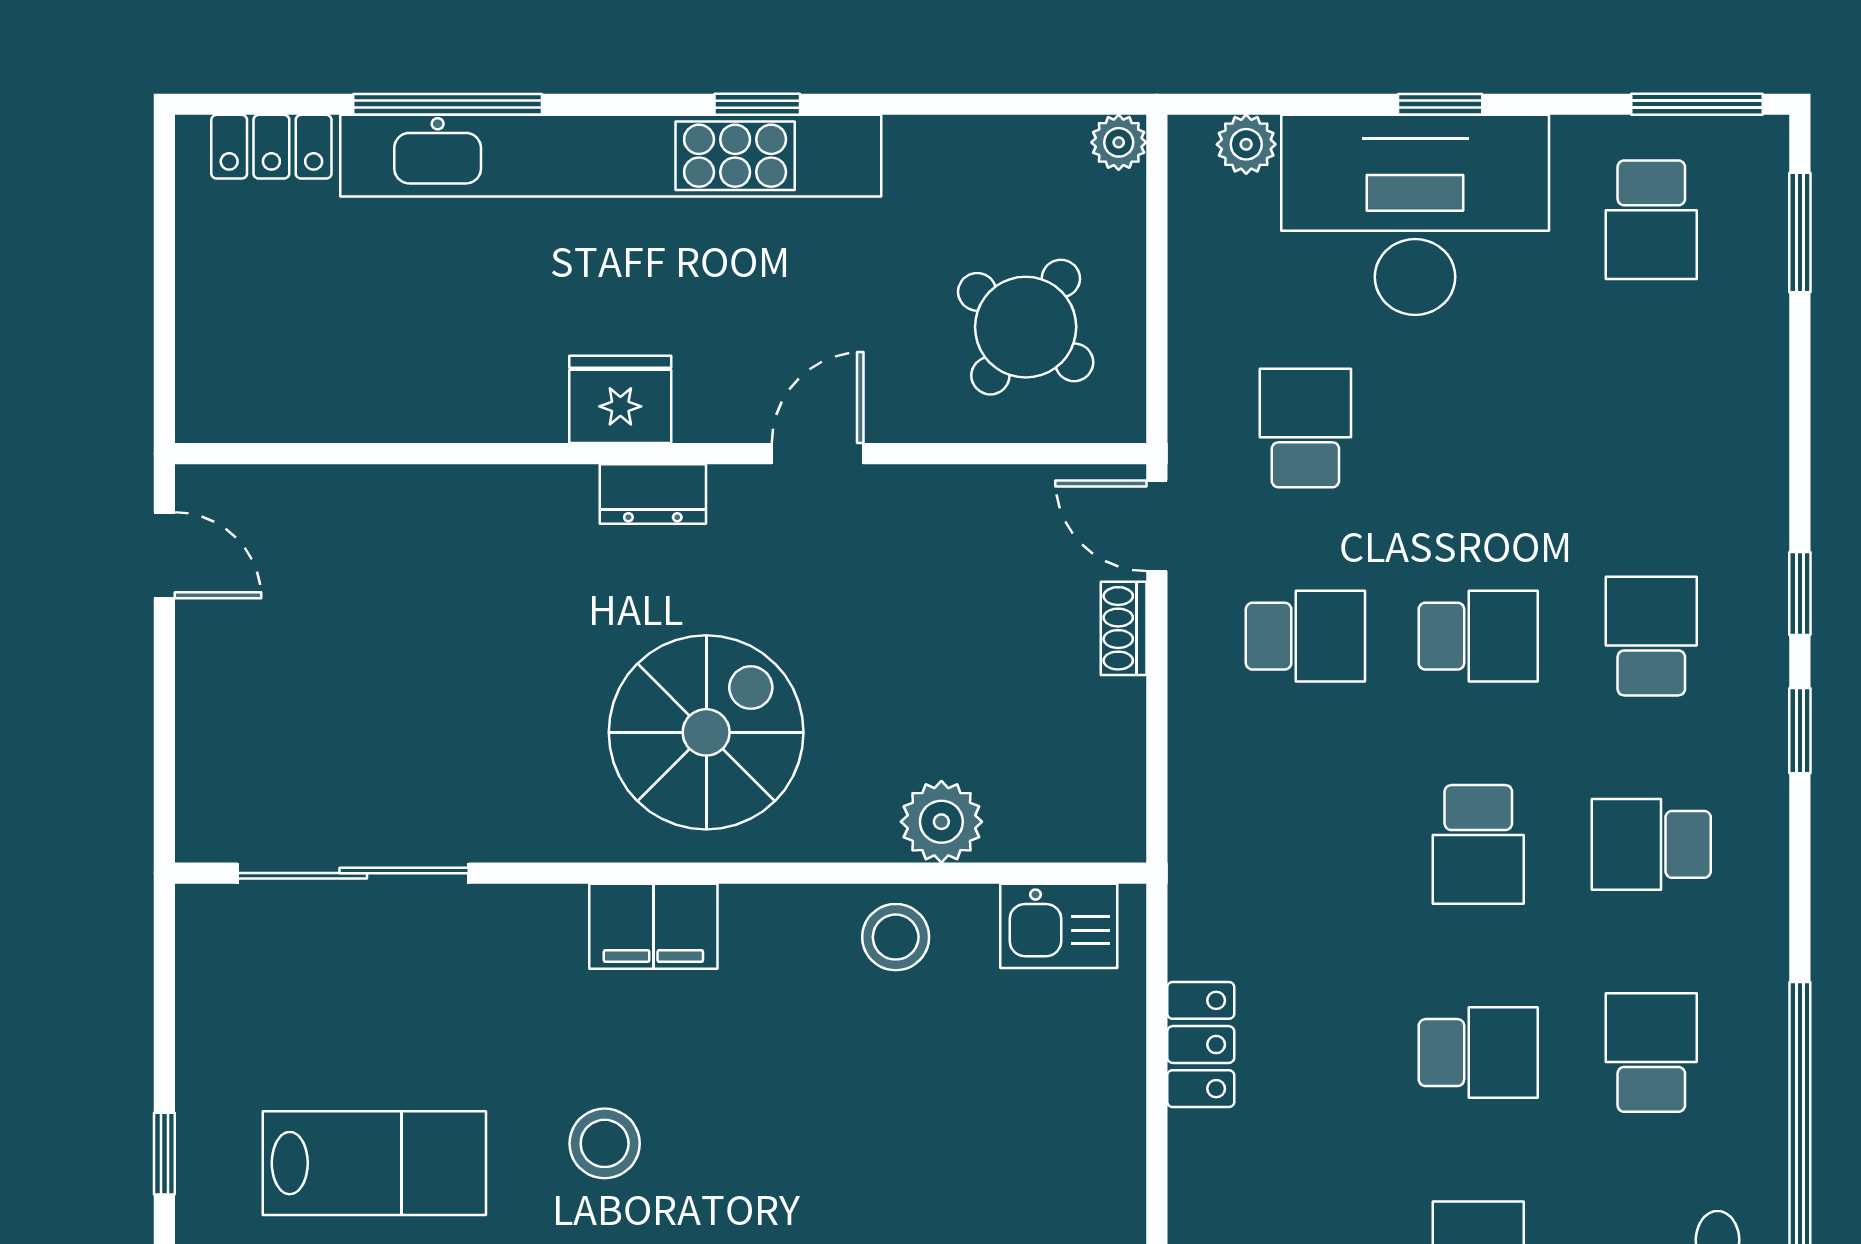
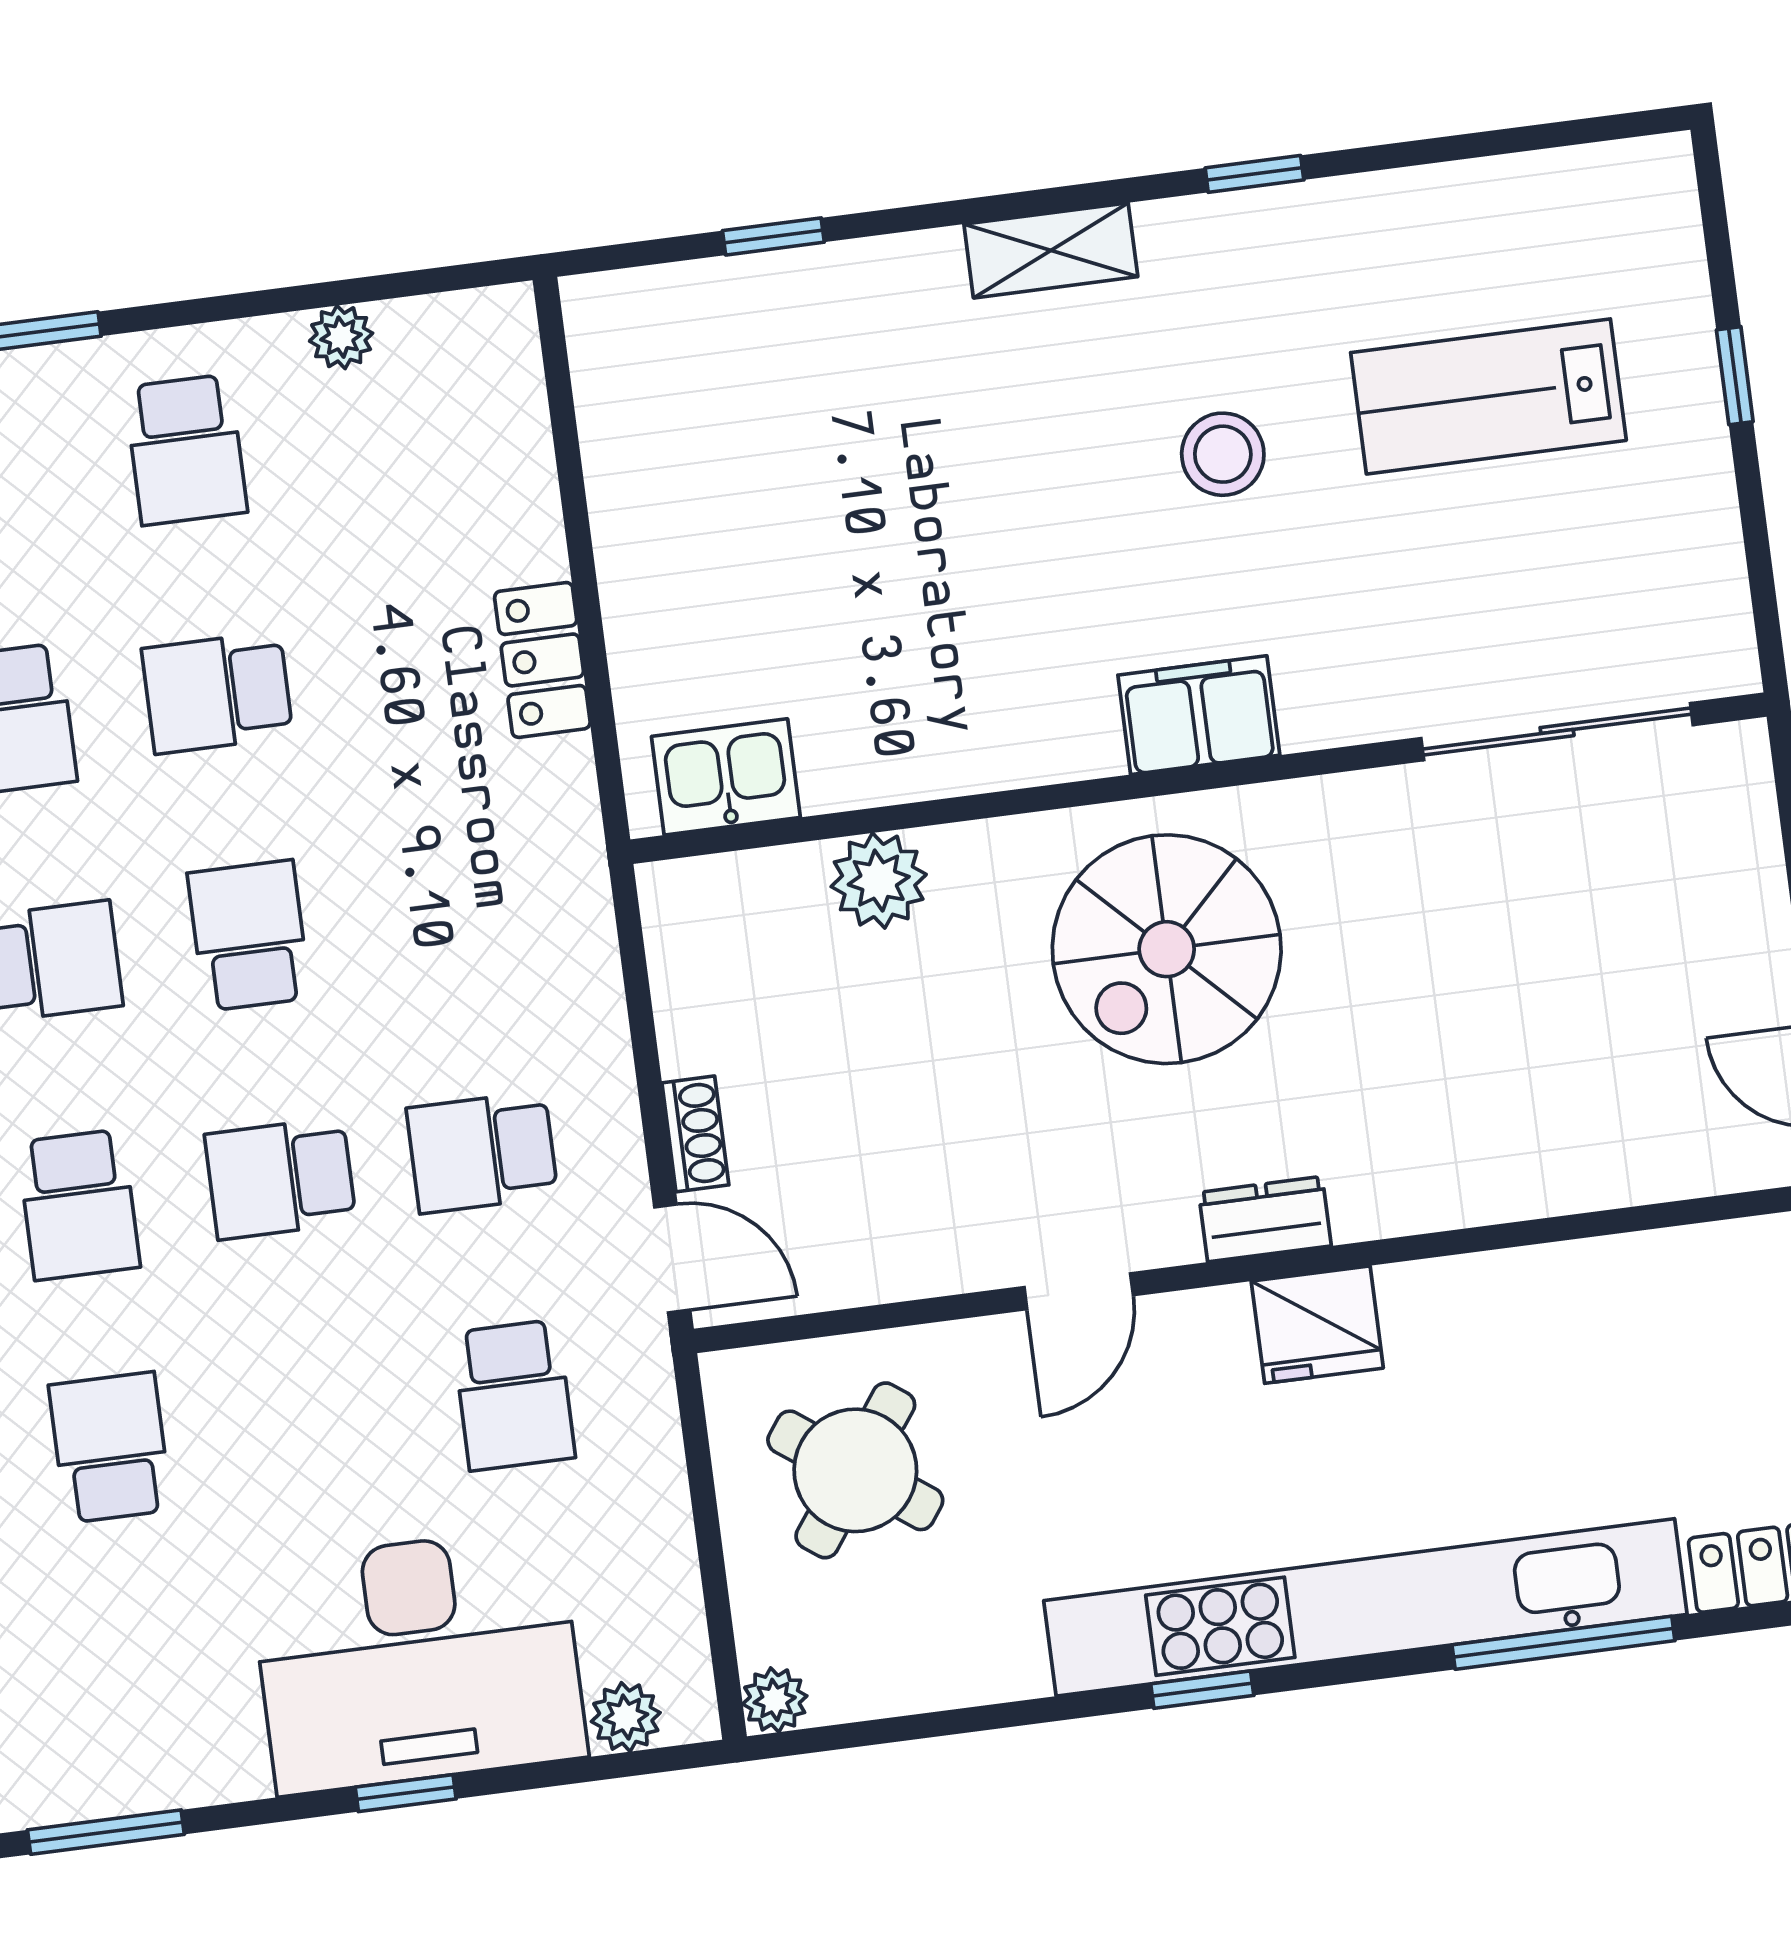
school desk: (1651, 220) -> (110, 1448), moved
stool: (896, 937) -> (915, 739), removed

